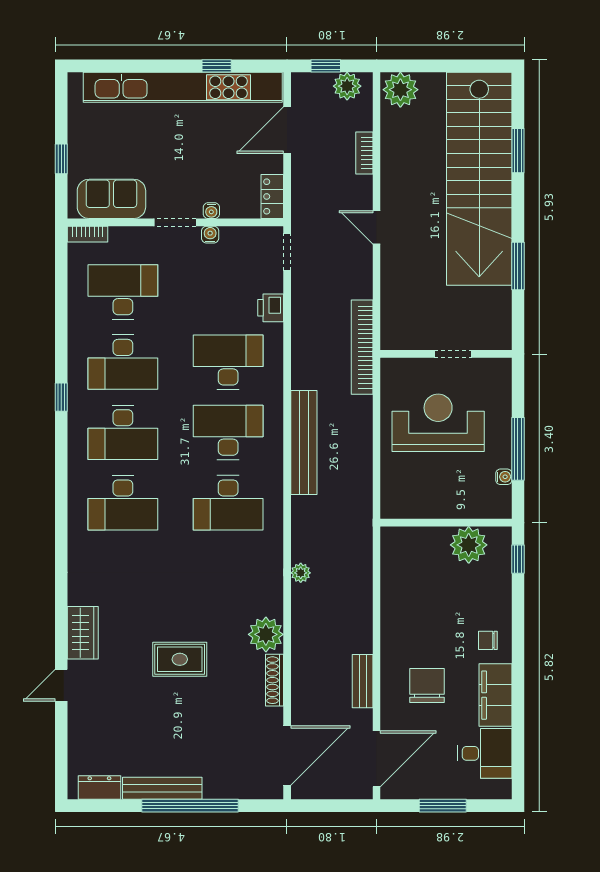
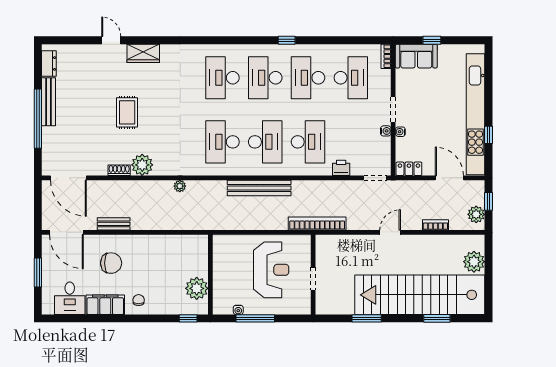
plant: (400, 90) -> (474, 262), moved
sofa: (111, 199) -> (416, 56), moved, turned 90
shoe rack: (275, 680) -> (119, 170), width x0.70

